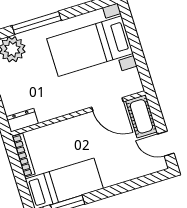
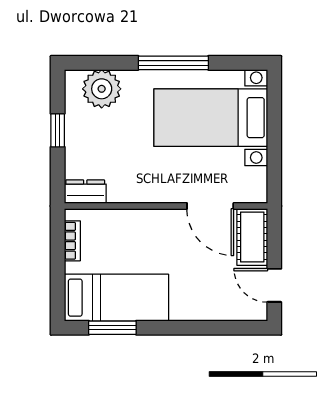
window: (37, 23) -> (173, 63), moved
bookcase: (24, 155) -> (72, 241), width x0.64

